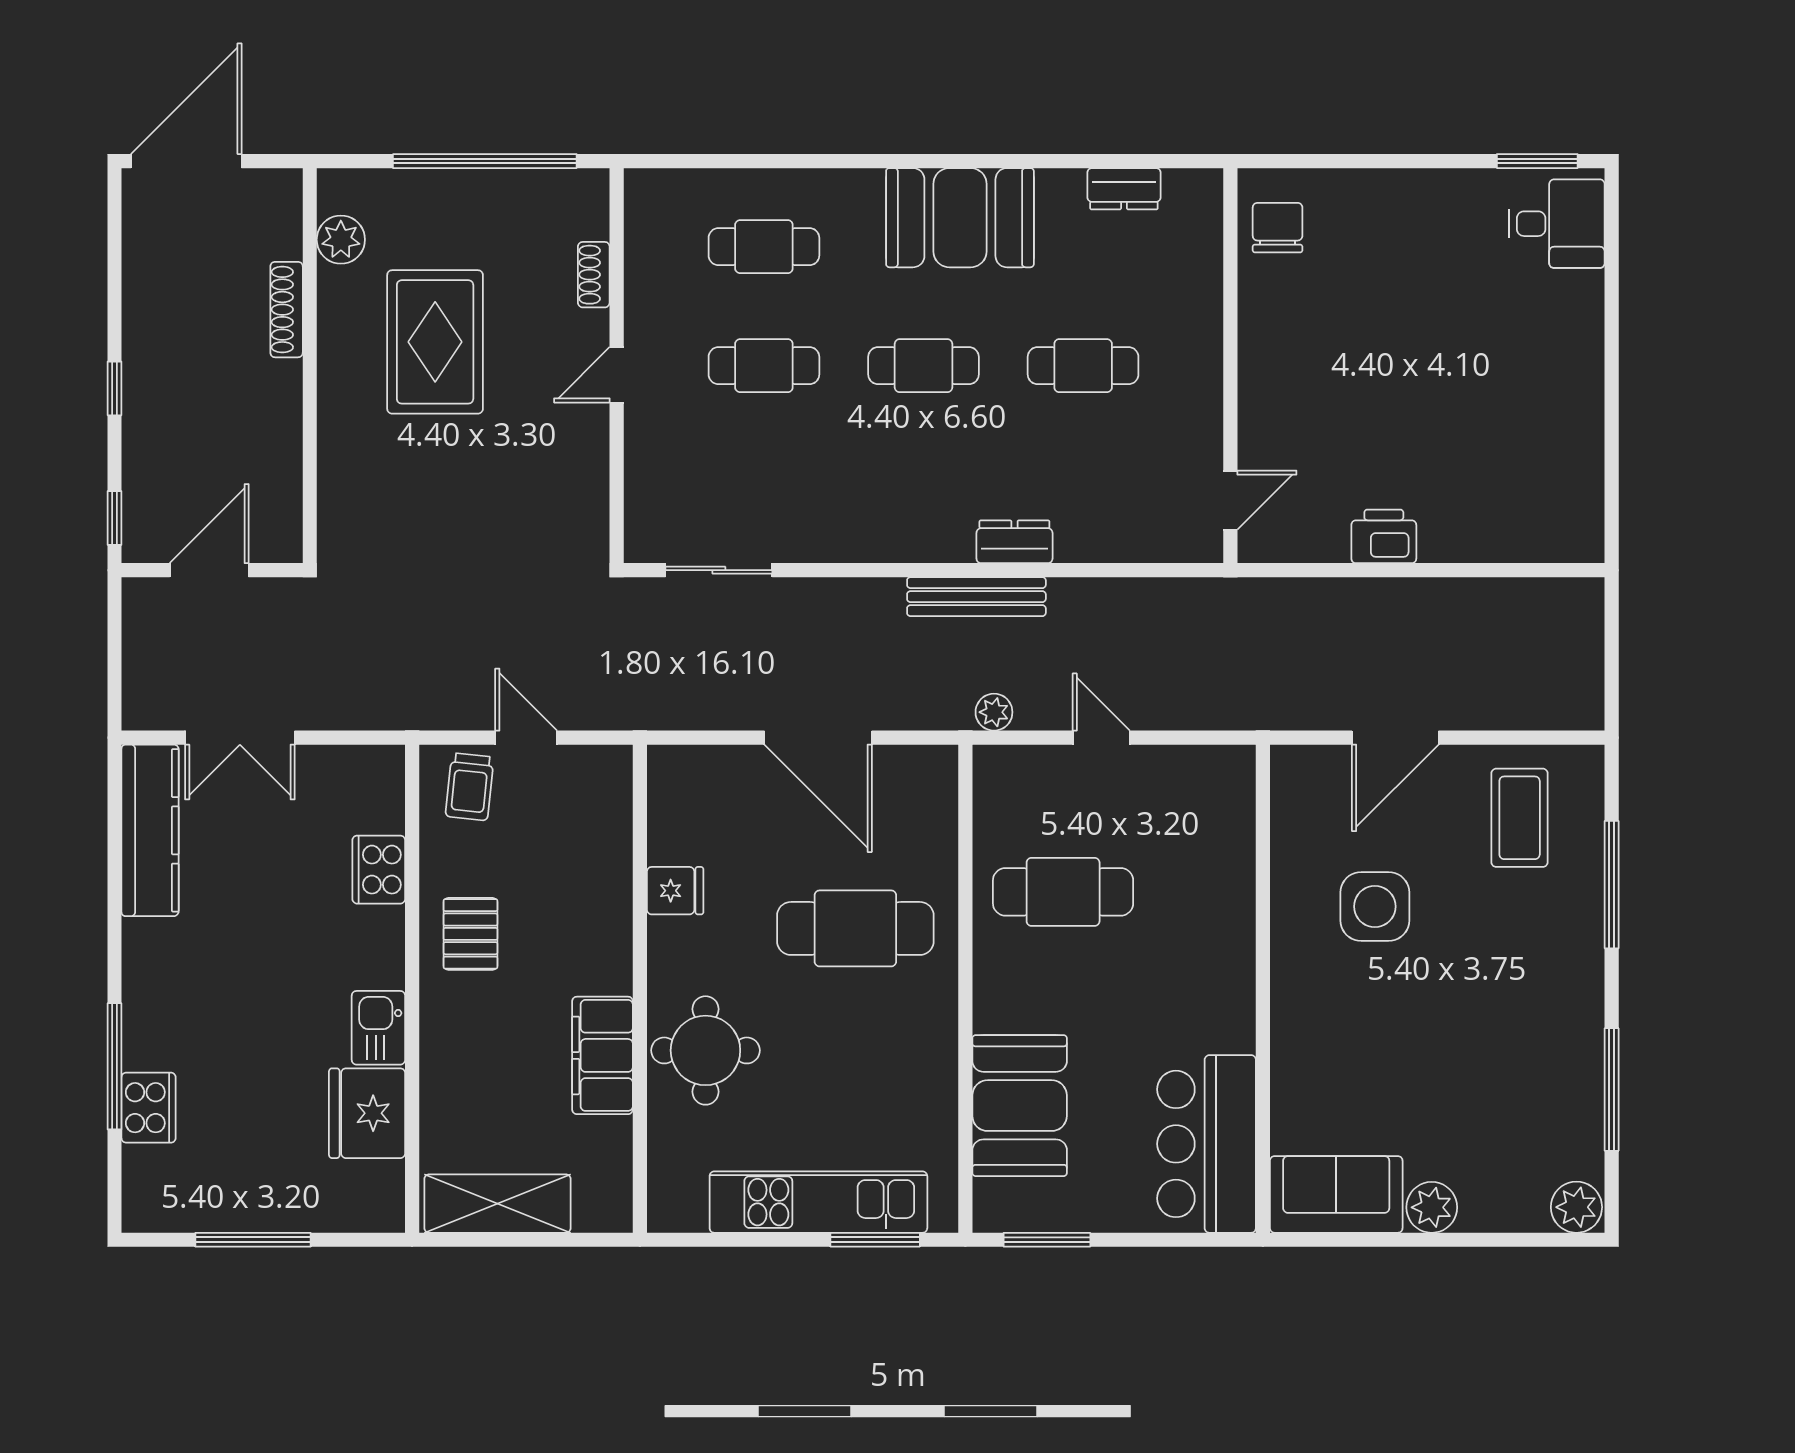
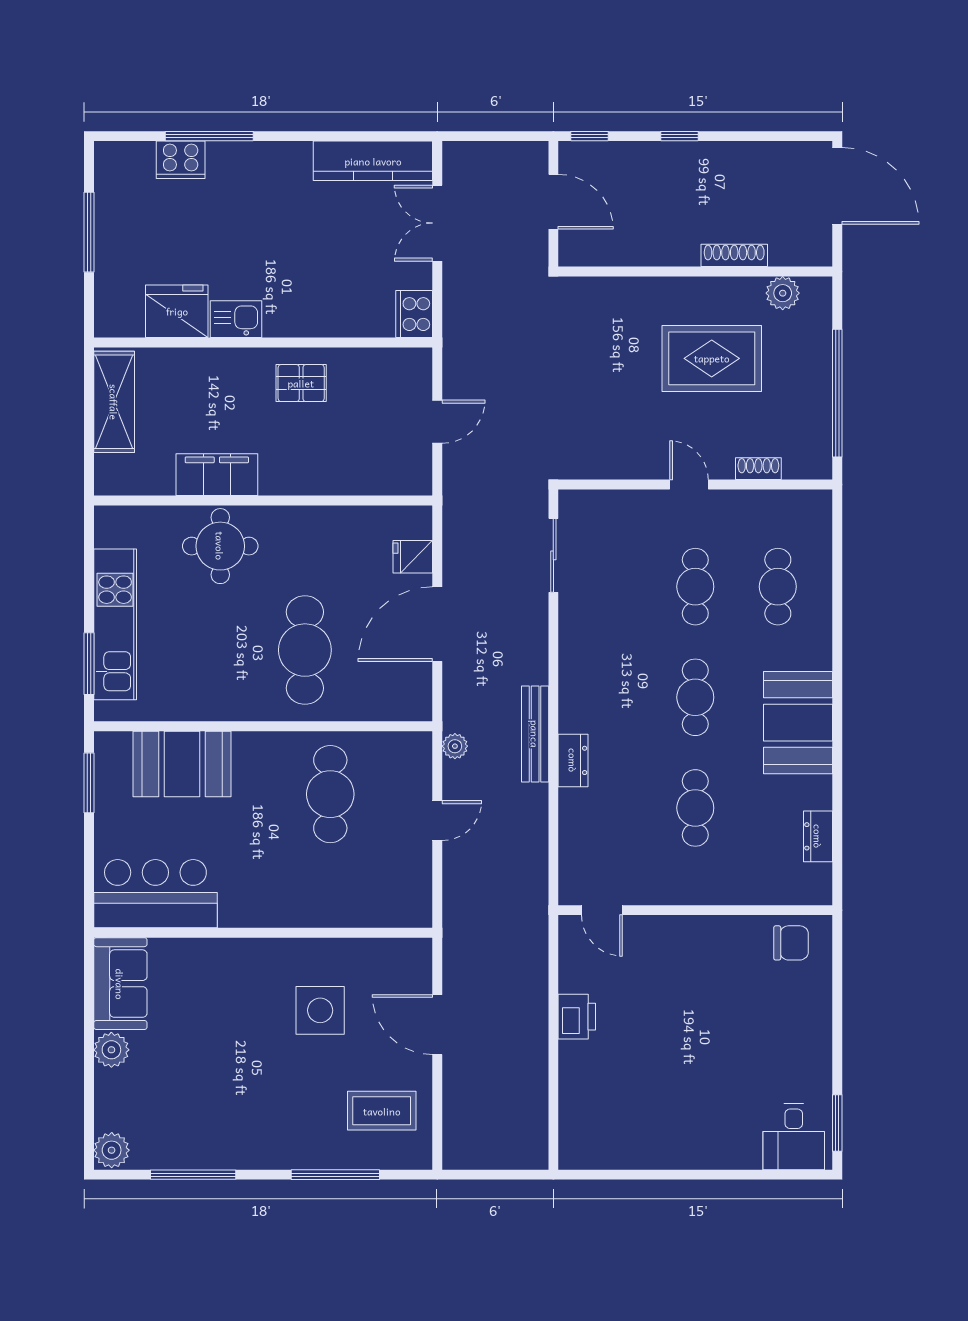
trolley: (470, 787) -> (403, 382), removed
cooker: (379, 870) -> (414, 314), moved, turned -90
fridge: (675, 891) -> (413, 557), moved, turned 90

